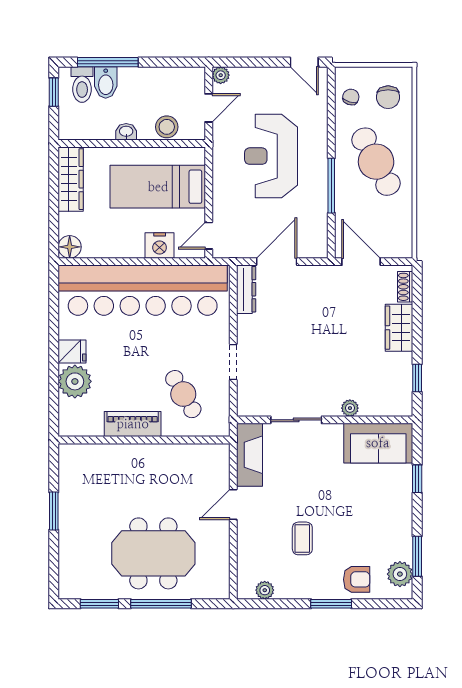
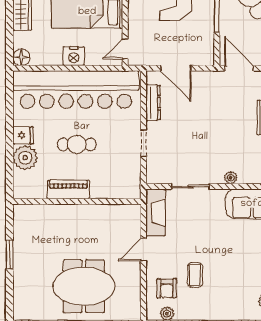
nightstand: (160, 245) -> (74, 56), moved
door: (277, 262) -> (176, 68), swing flipped
dresser: (246, 289) -> (153, 103), moved
cafe table: (183, 394) -> (77, 144), moved, turned -60
armchair: (357, 579) -> (167, 288), moved, turned 90

